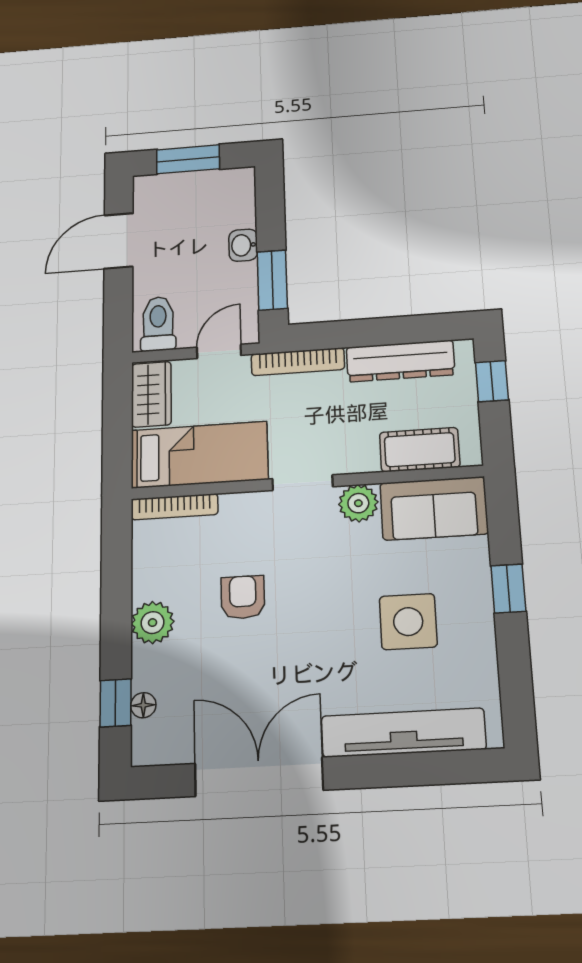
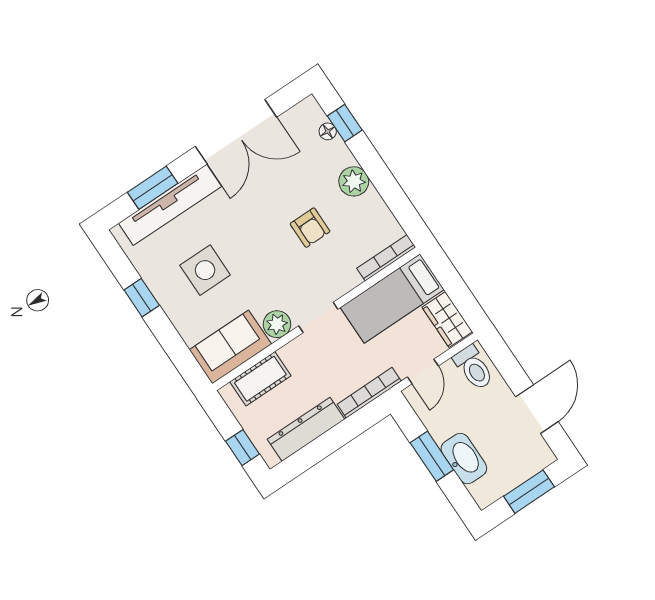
washbasin: (243, 245) -> (464, 459), width x1.91, depth x1.45
window: (272, 280) -> (432, 456), moved
window: (508, 589) -> (142, 298), moved
window: (413, 769) -> (153, 188), added

